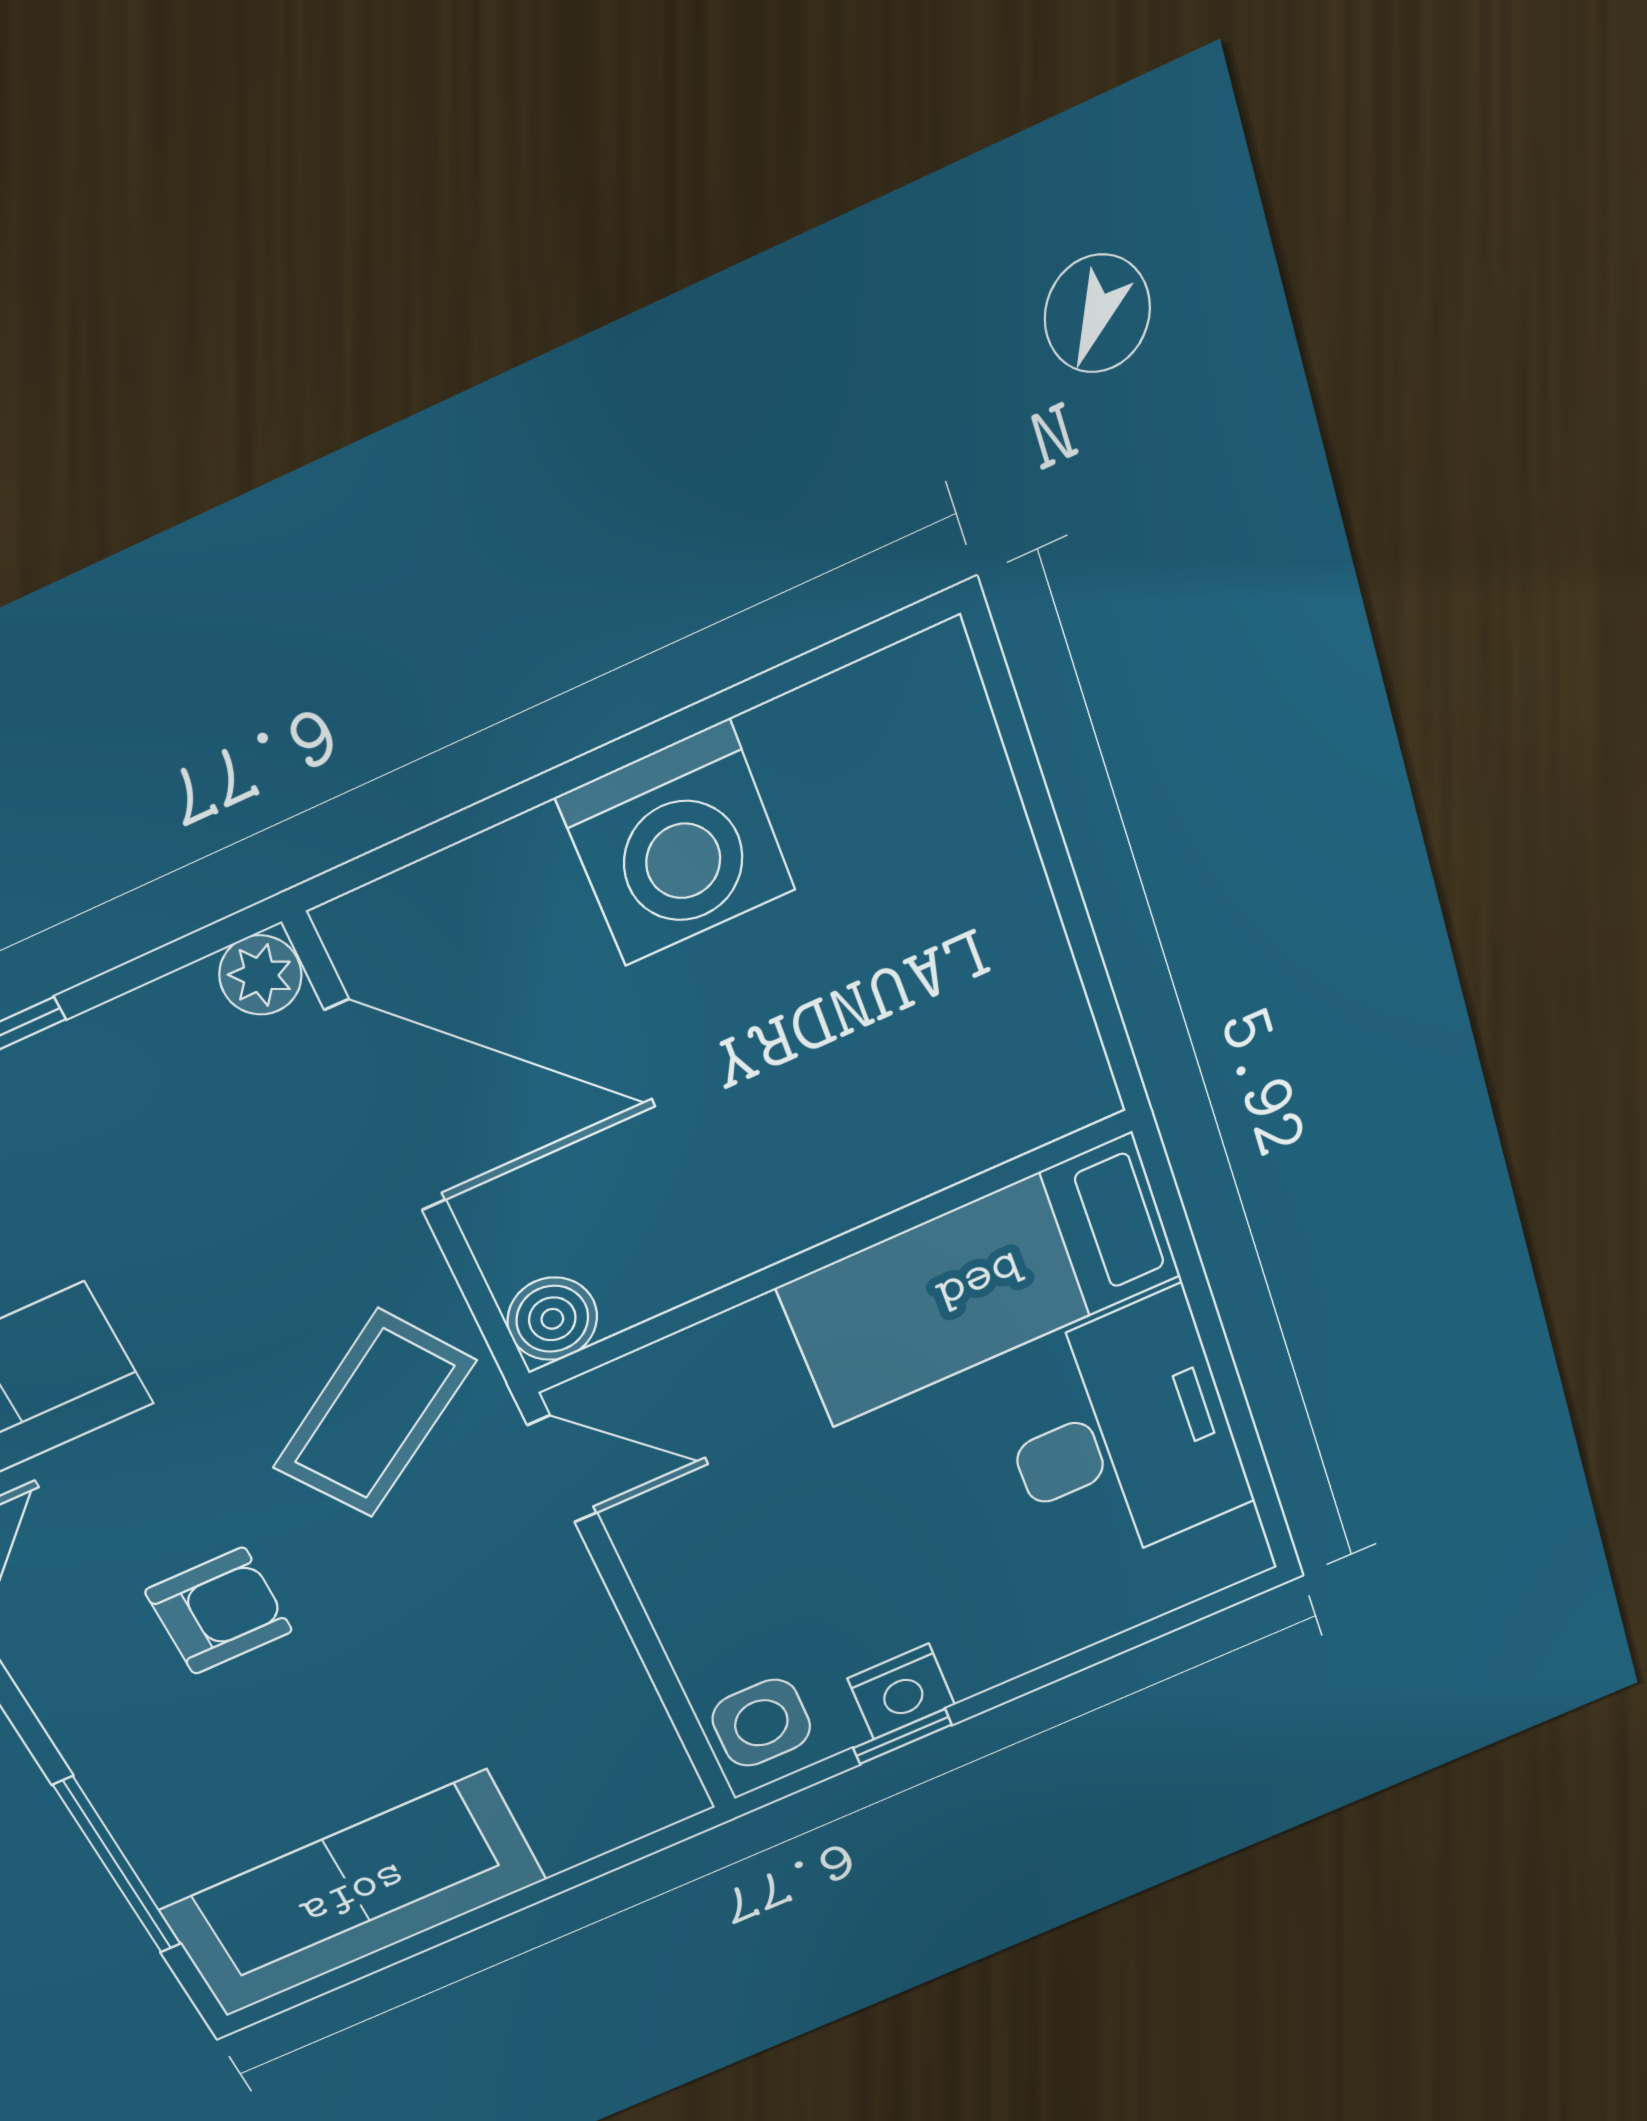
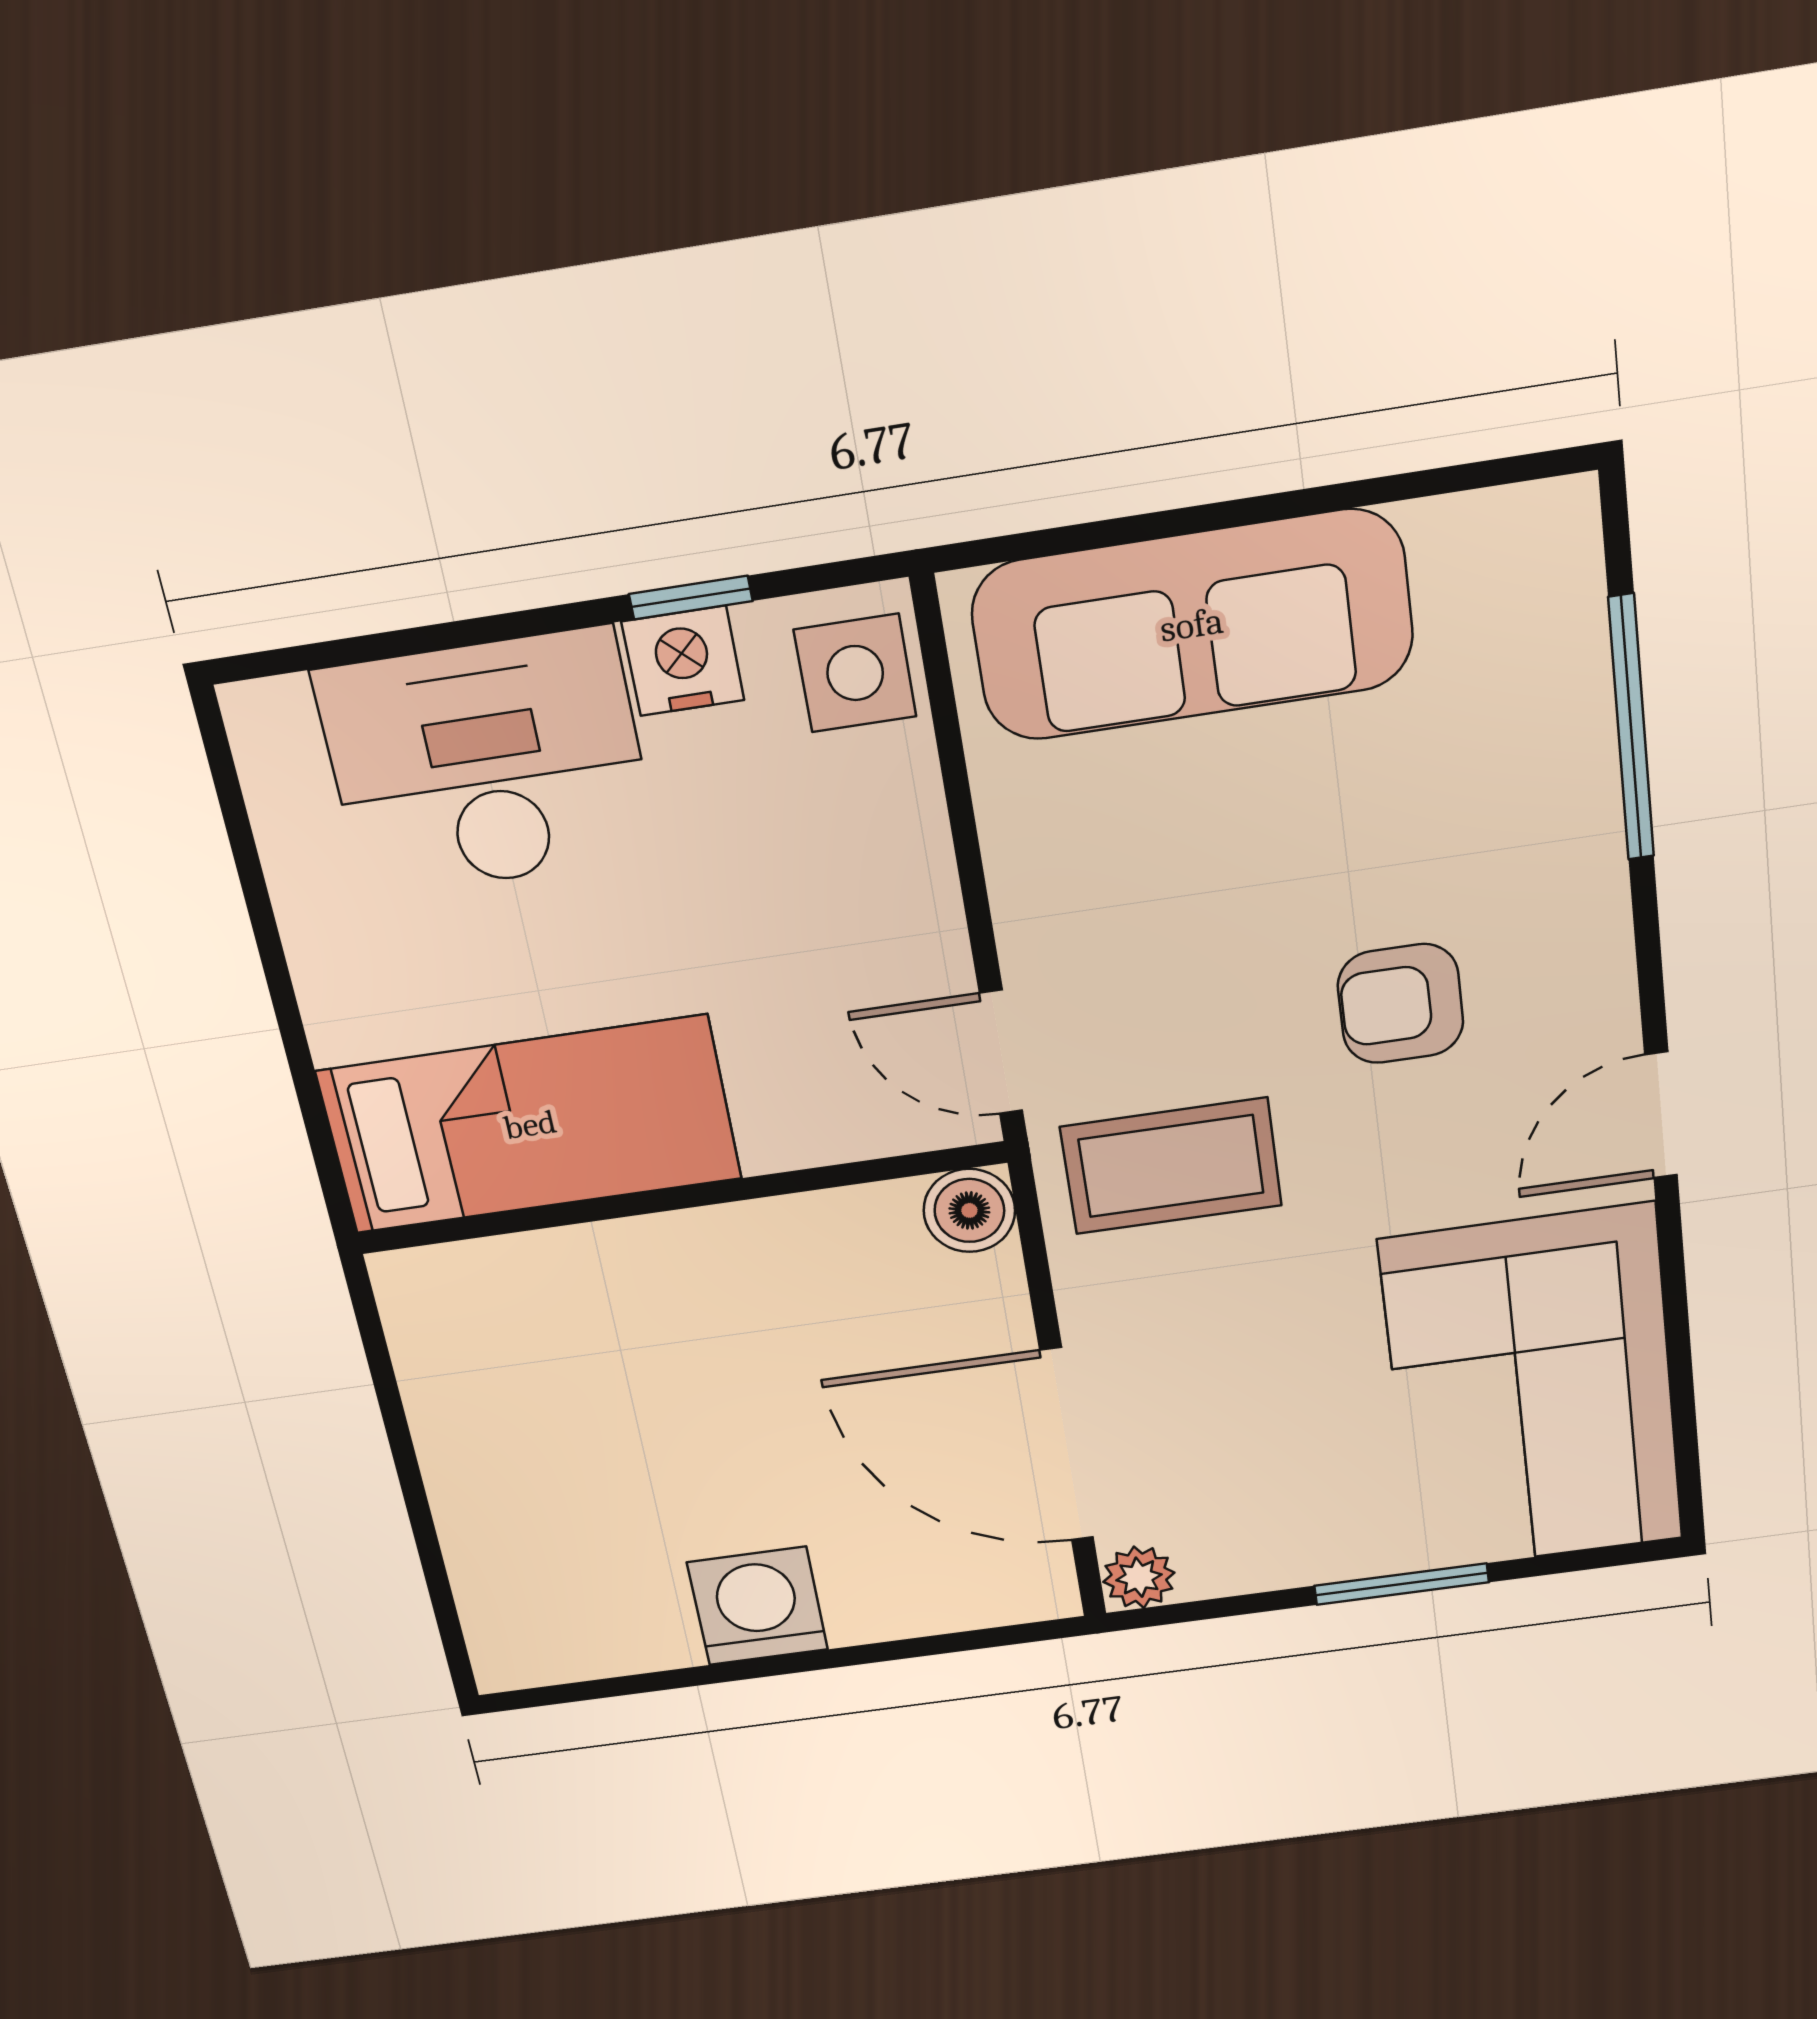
washing machine: (676, 844) -> (758, 1606), width x0.73, depth x0.73
coffee table: (375, 1414) -> (1171, 1166), turned 34
desk: (1121, 1436) -> (487, 764), moved, turned 90
sofa: (354, 1895) -> (1192, 625), moved

